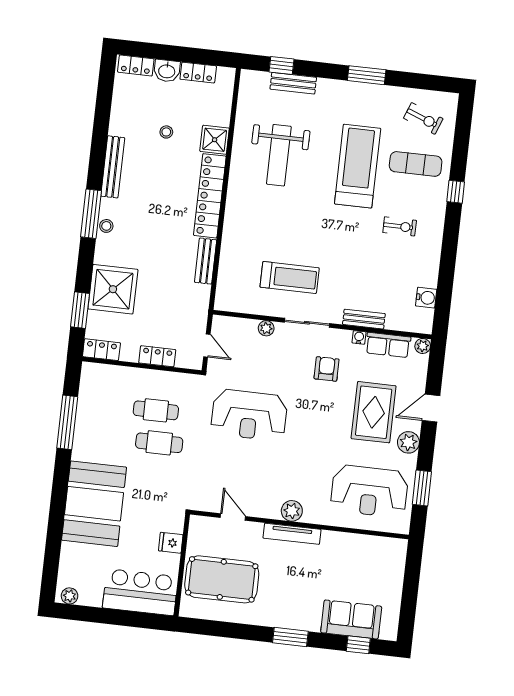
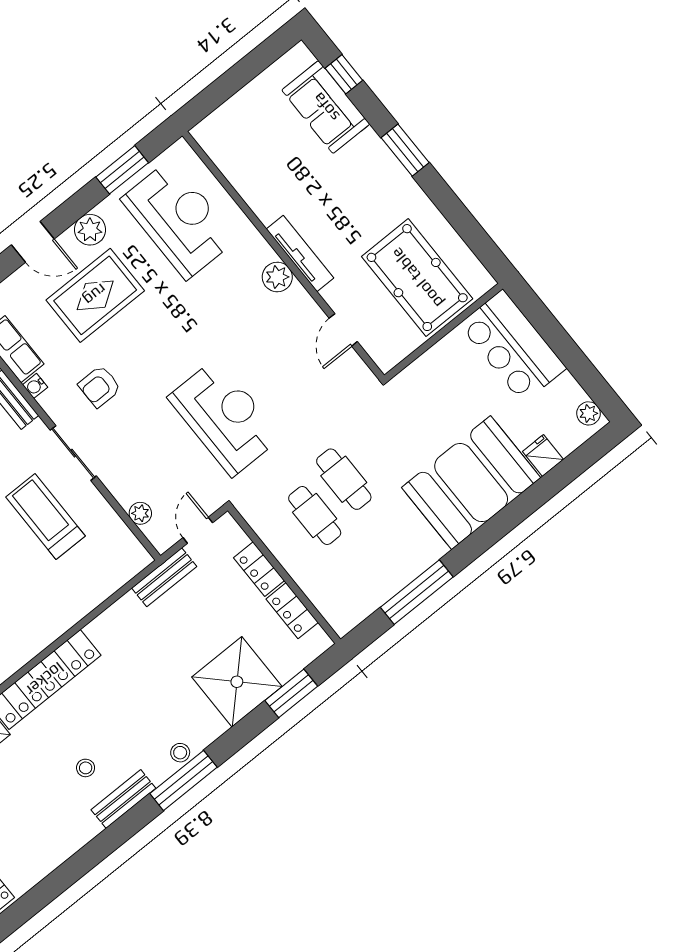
stool: (166, 132) -> (86, 768), moved
bench: (113, 167) -> (123, 799), width x0.73
bench: (206, 261) -> (164, 577), moved
plant: (266, 328) -> (140, 513), moved
locker: (101, 350) -> (292, 611), moved
fridge: (171, 543) -> (543, 455), moved, turned 180

